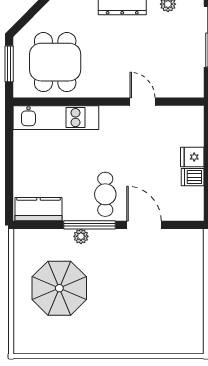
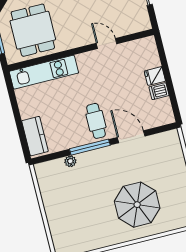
kitchen counter: (39, 209) -> (35, 136), moved, turned 90
plant: (81, 236) -> (70, 161), moved
parasol: (59, 288) -> (137, 205), moved

